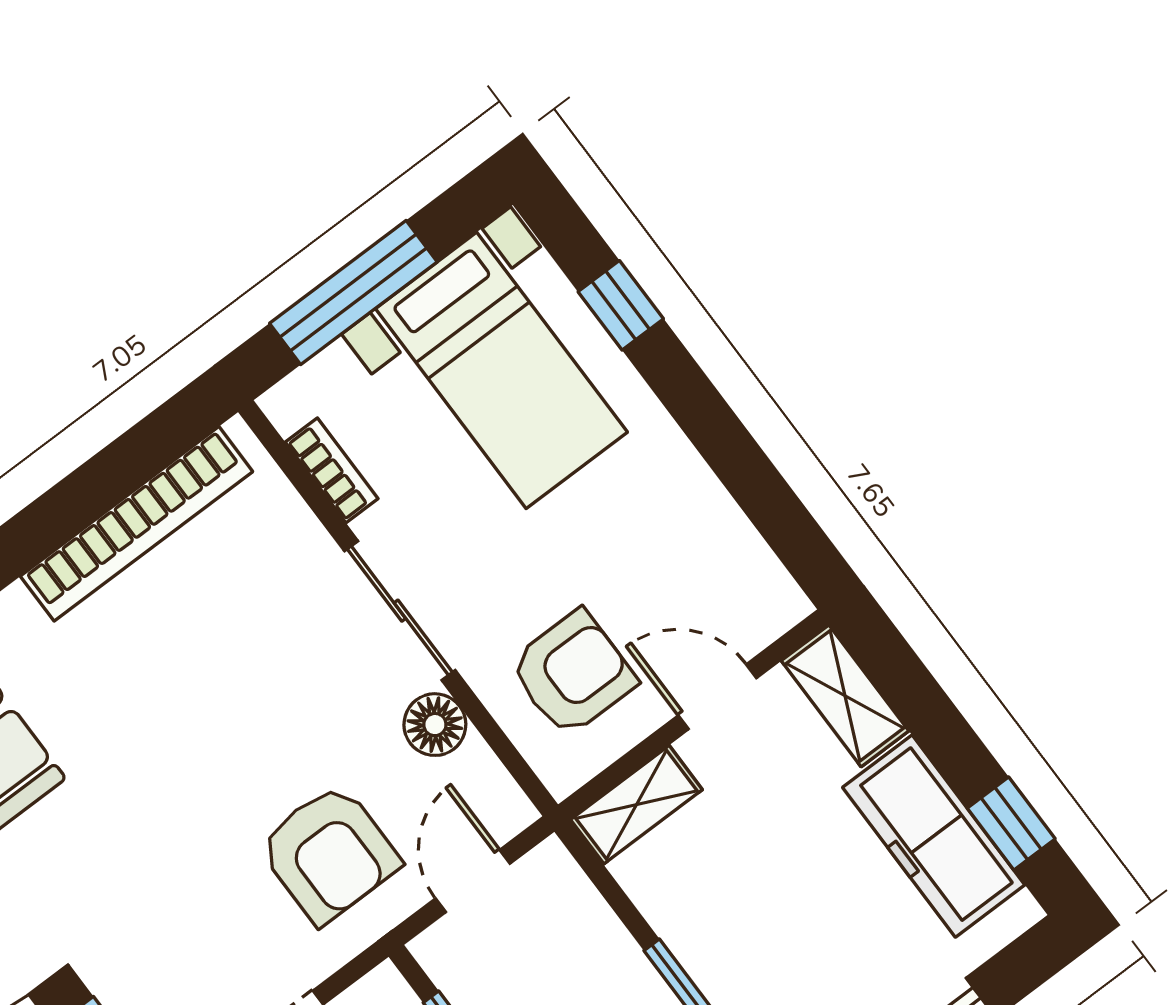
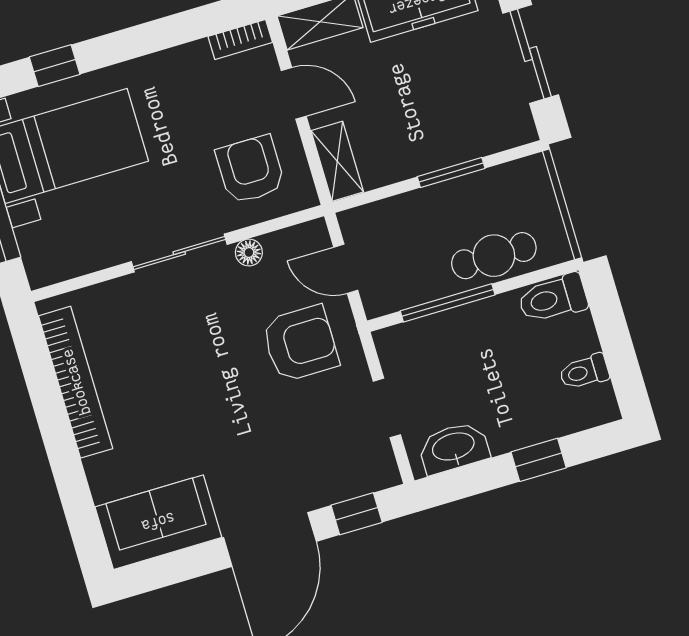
bookcase: (332, 470) -> (240, 39), moved, turned 180
door: (717, 697) -> (294, 93), swing flipped
floor lamp: (435, 725) -> (249, 252), width x0.73, depth x0.73

